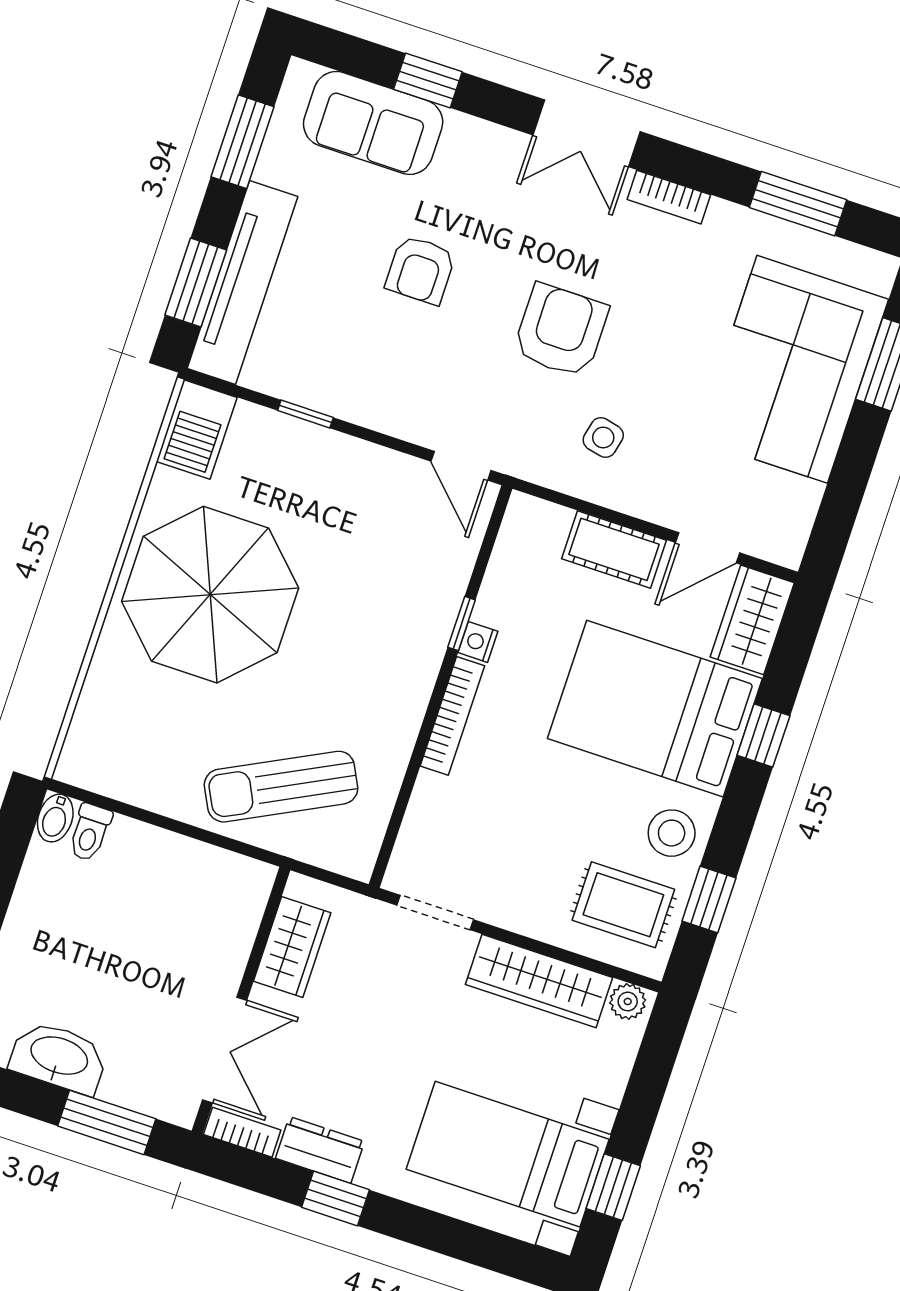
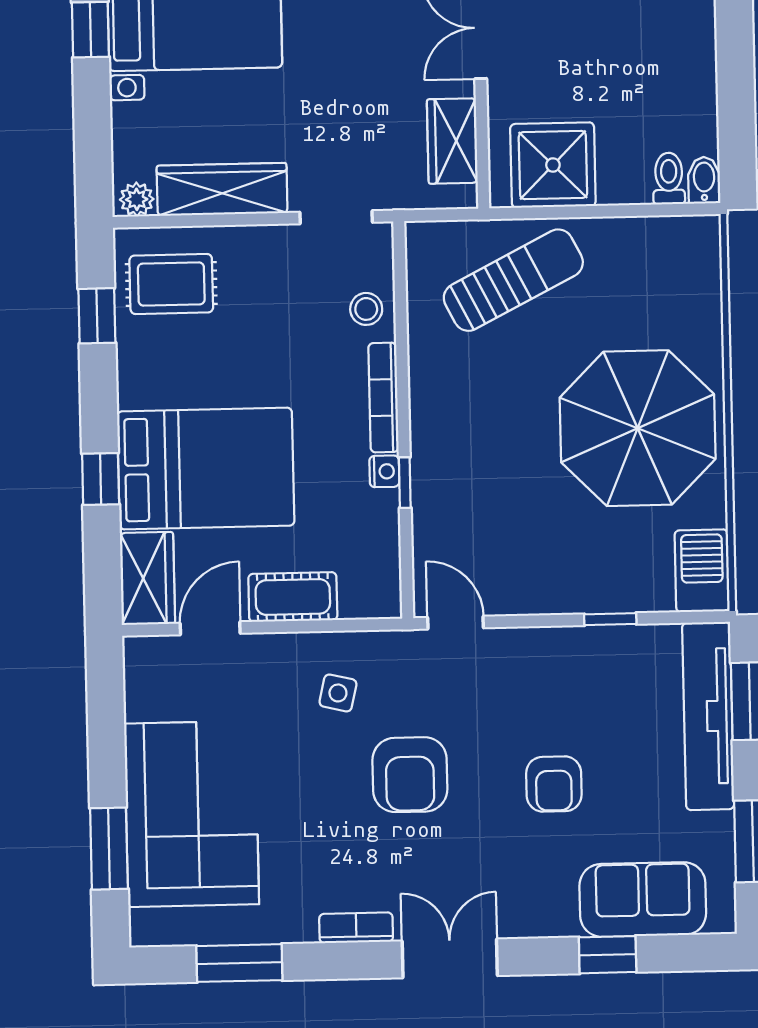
armchair: (421, 270) -> (554, 784), turned 180
stool: (672, 833) -> (366, 309), moved, width x0.73, depth x0.73
shower: (201, 887) -> (553, 165), added

